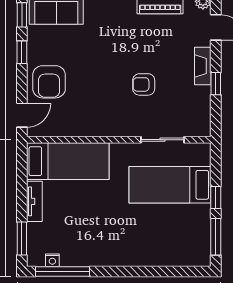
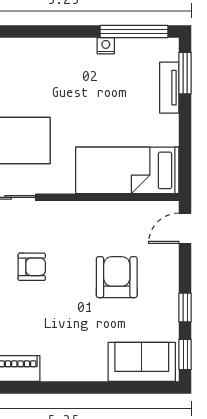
armchair: (49, 82) -> (117, 277), moved
tv unit: (34, 201) -> (169, 88), moved
nightstand: (52, 260) -> (106, 46), moved

